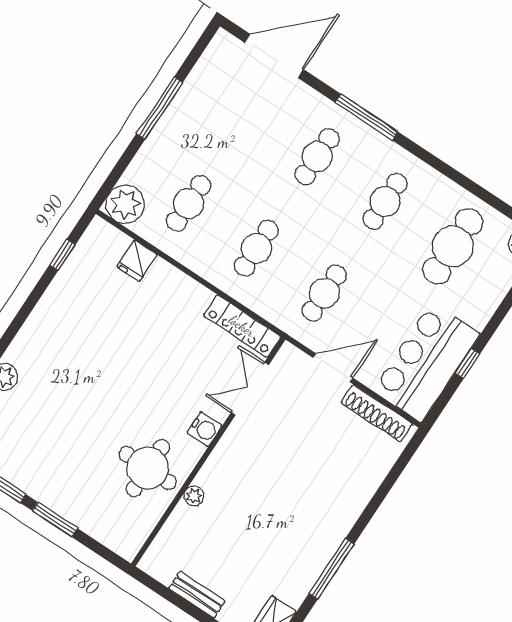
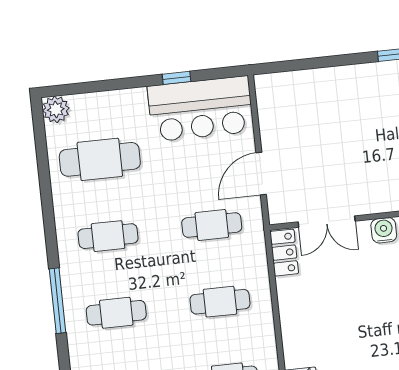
locker: (242, 326) -> (284, 253), width x0.66
door: (333, 368) -> (261, 174), hinge flipped
shoe rack: (377, 413) -> (268, 114), removed

